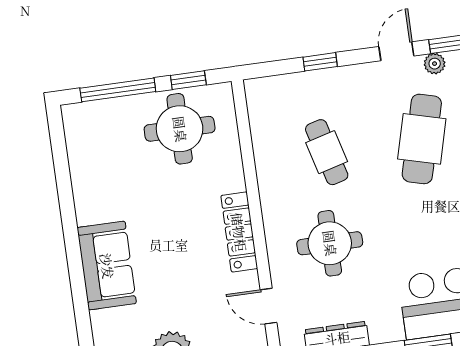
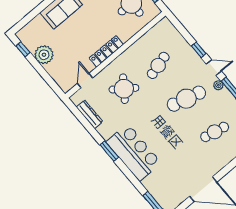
window: (320, 62) -> (199, 50), moved
round table: (330, 243) -> (124, 89), turned 36

